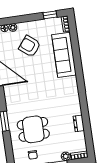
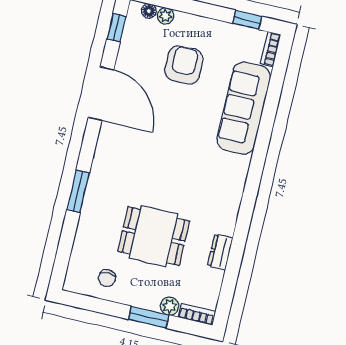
armchair: (30, 46) -> (184, 65), turned 51
dining table: (33, 129) -> (154, 236), moved

